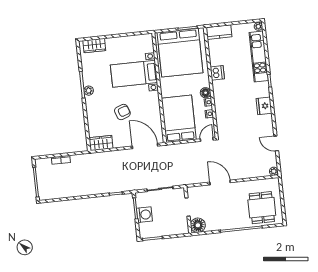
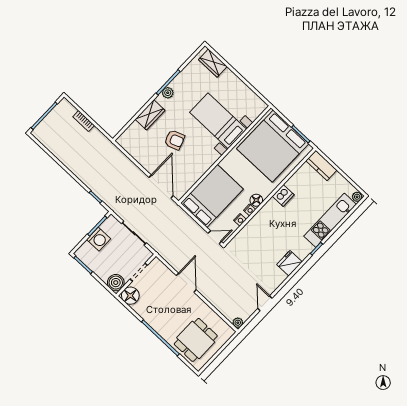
wardrobe: (101, 143) -> (150, 115), moved, turned 90
boiler: (182, 227) -> (116, 283), added

